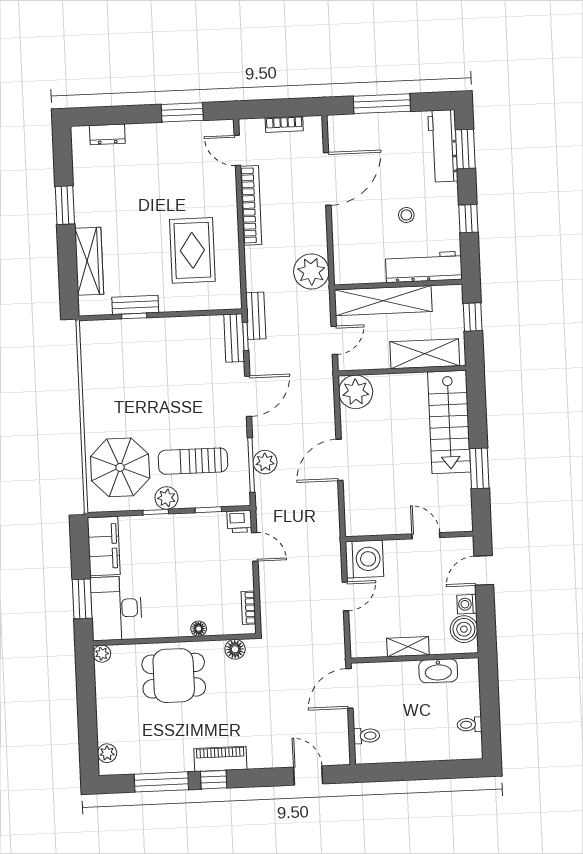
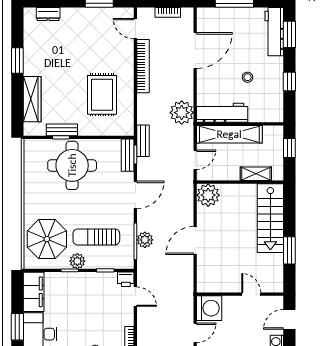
workbench: (424, 267) -> (222, 113), moved
shelving: (425, 354) -> (256, 174), width x0.67, depth x0.75
round table: (153, 357) -> (72, 165), added

